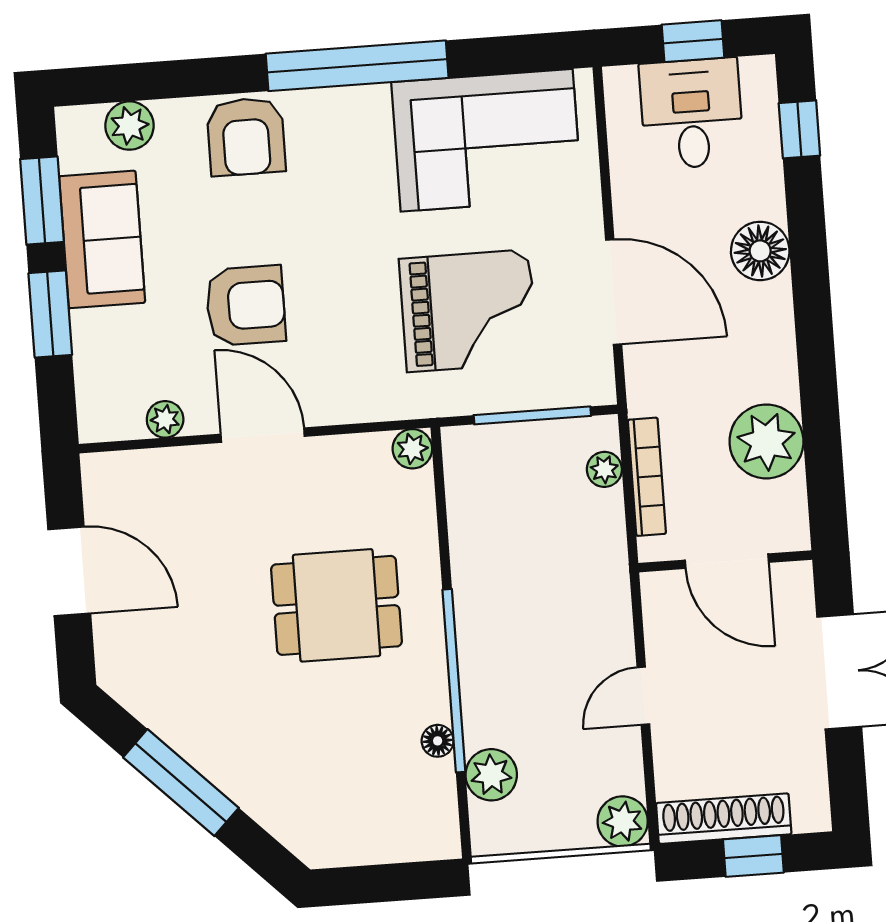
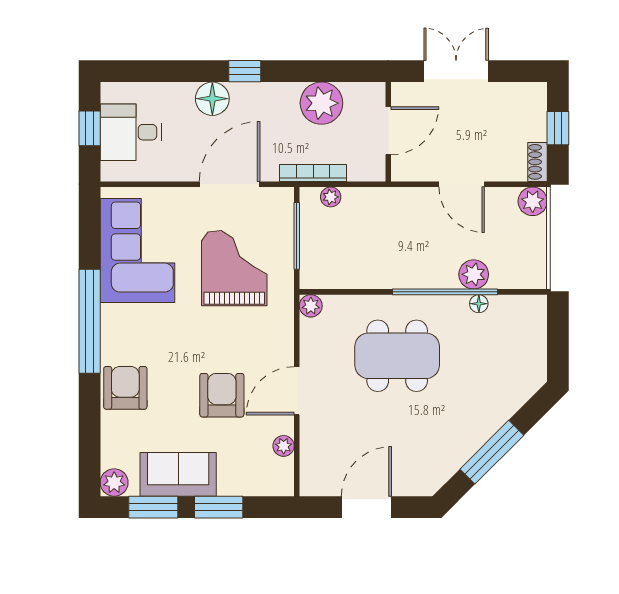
plant: (130, 126) -> (114, 483), moved
window: (799, 129) -> (245, 71), moved
armchair: (246, 137) -> (125, 388), turned -90
bookcase: (647, 477) -> (313, 173), moved
dining table: (337, 605) -> (397, 356), width x1.37
door: (643, 696) -> (462, 184), width x1.37
plant: (491, 775) -> (474, 274), moved
shoe rack: (724, 819) -> (538, 162), width x0.51, depth x0.81

